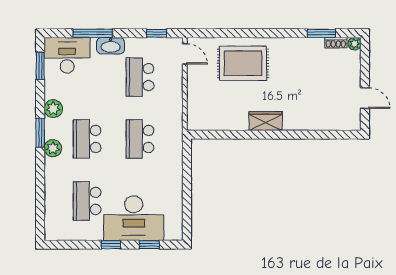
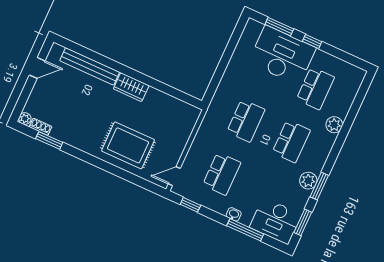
washbasin: (111, 46) -> (234, 214), width x0.52, depth x0.69
door: (185, 54) -> (174, 176), hinge flipped
door: (365, 98) -> (37, 68), swing flipped
bench: (315, 123) -> (90, 66), added
window: (40, 133) -> (319, 186), moved
plant: (53, 148) -> (334, 125), moved
window: (149, 245) -> (279, 27), width x1.50

